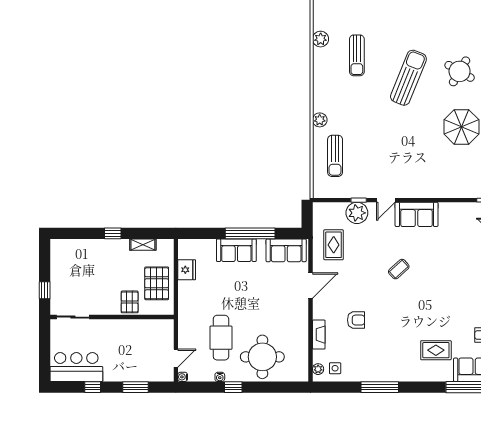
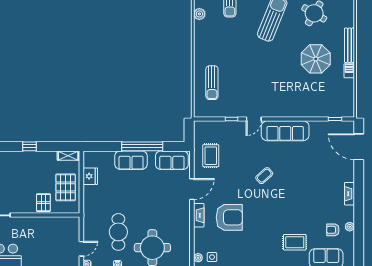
plant: (320, 120) -> (199, 14), moved
plant: (357, 213) -> (230, 129), removed
sofa: (417, 214) -> (285, 131), width x1.36
shelving: (143, 245) -> (68, 156), moved
armchair: (356, 320) -> (229, 217), width x1.88, depth x1.88
fireplace: (319, 335) -> (199, 215), moved

